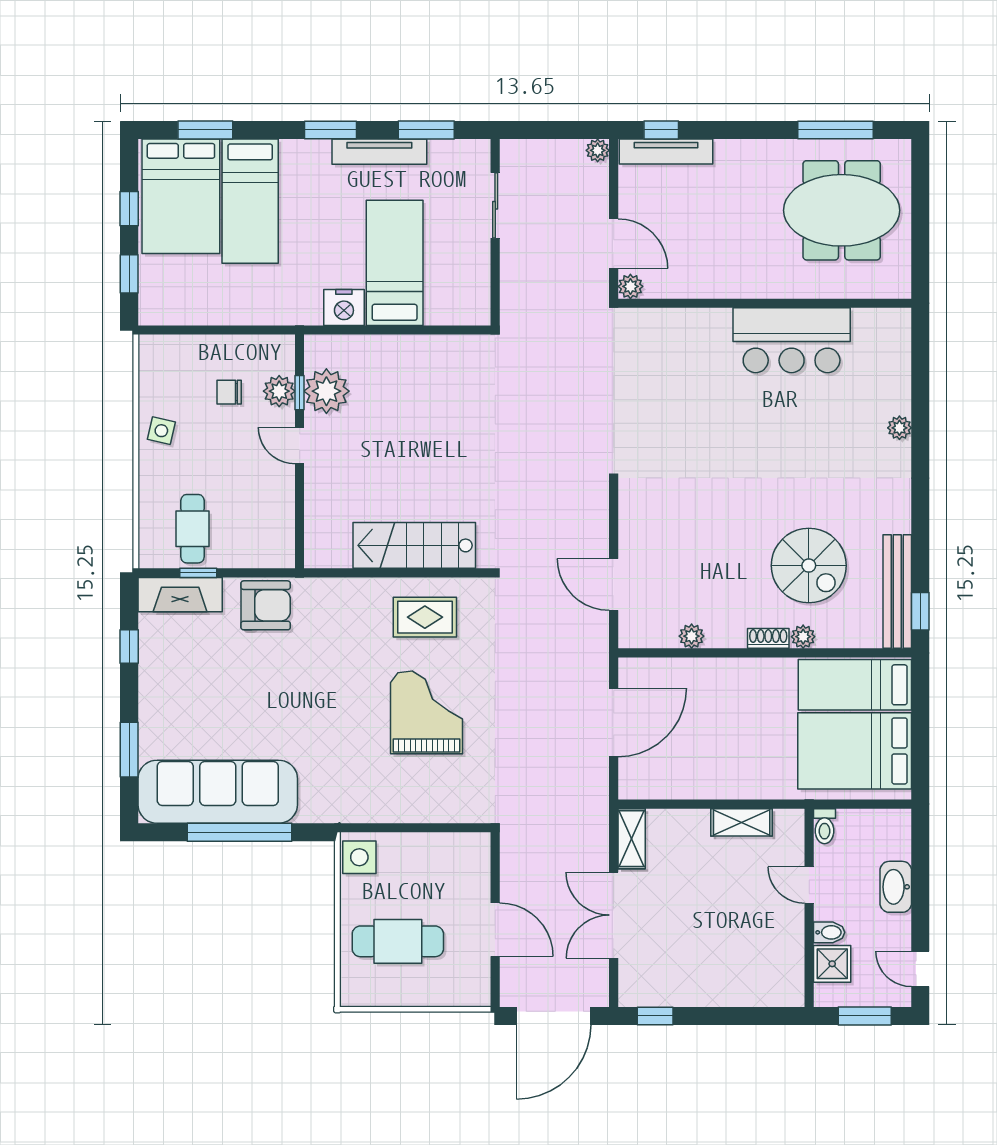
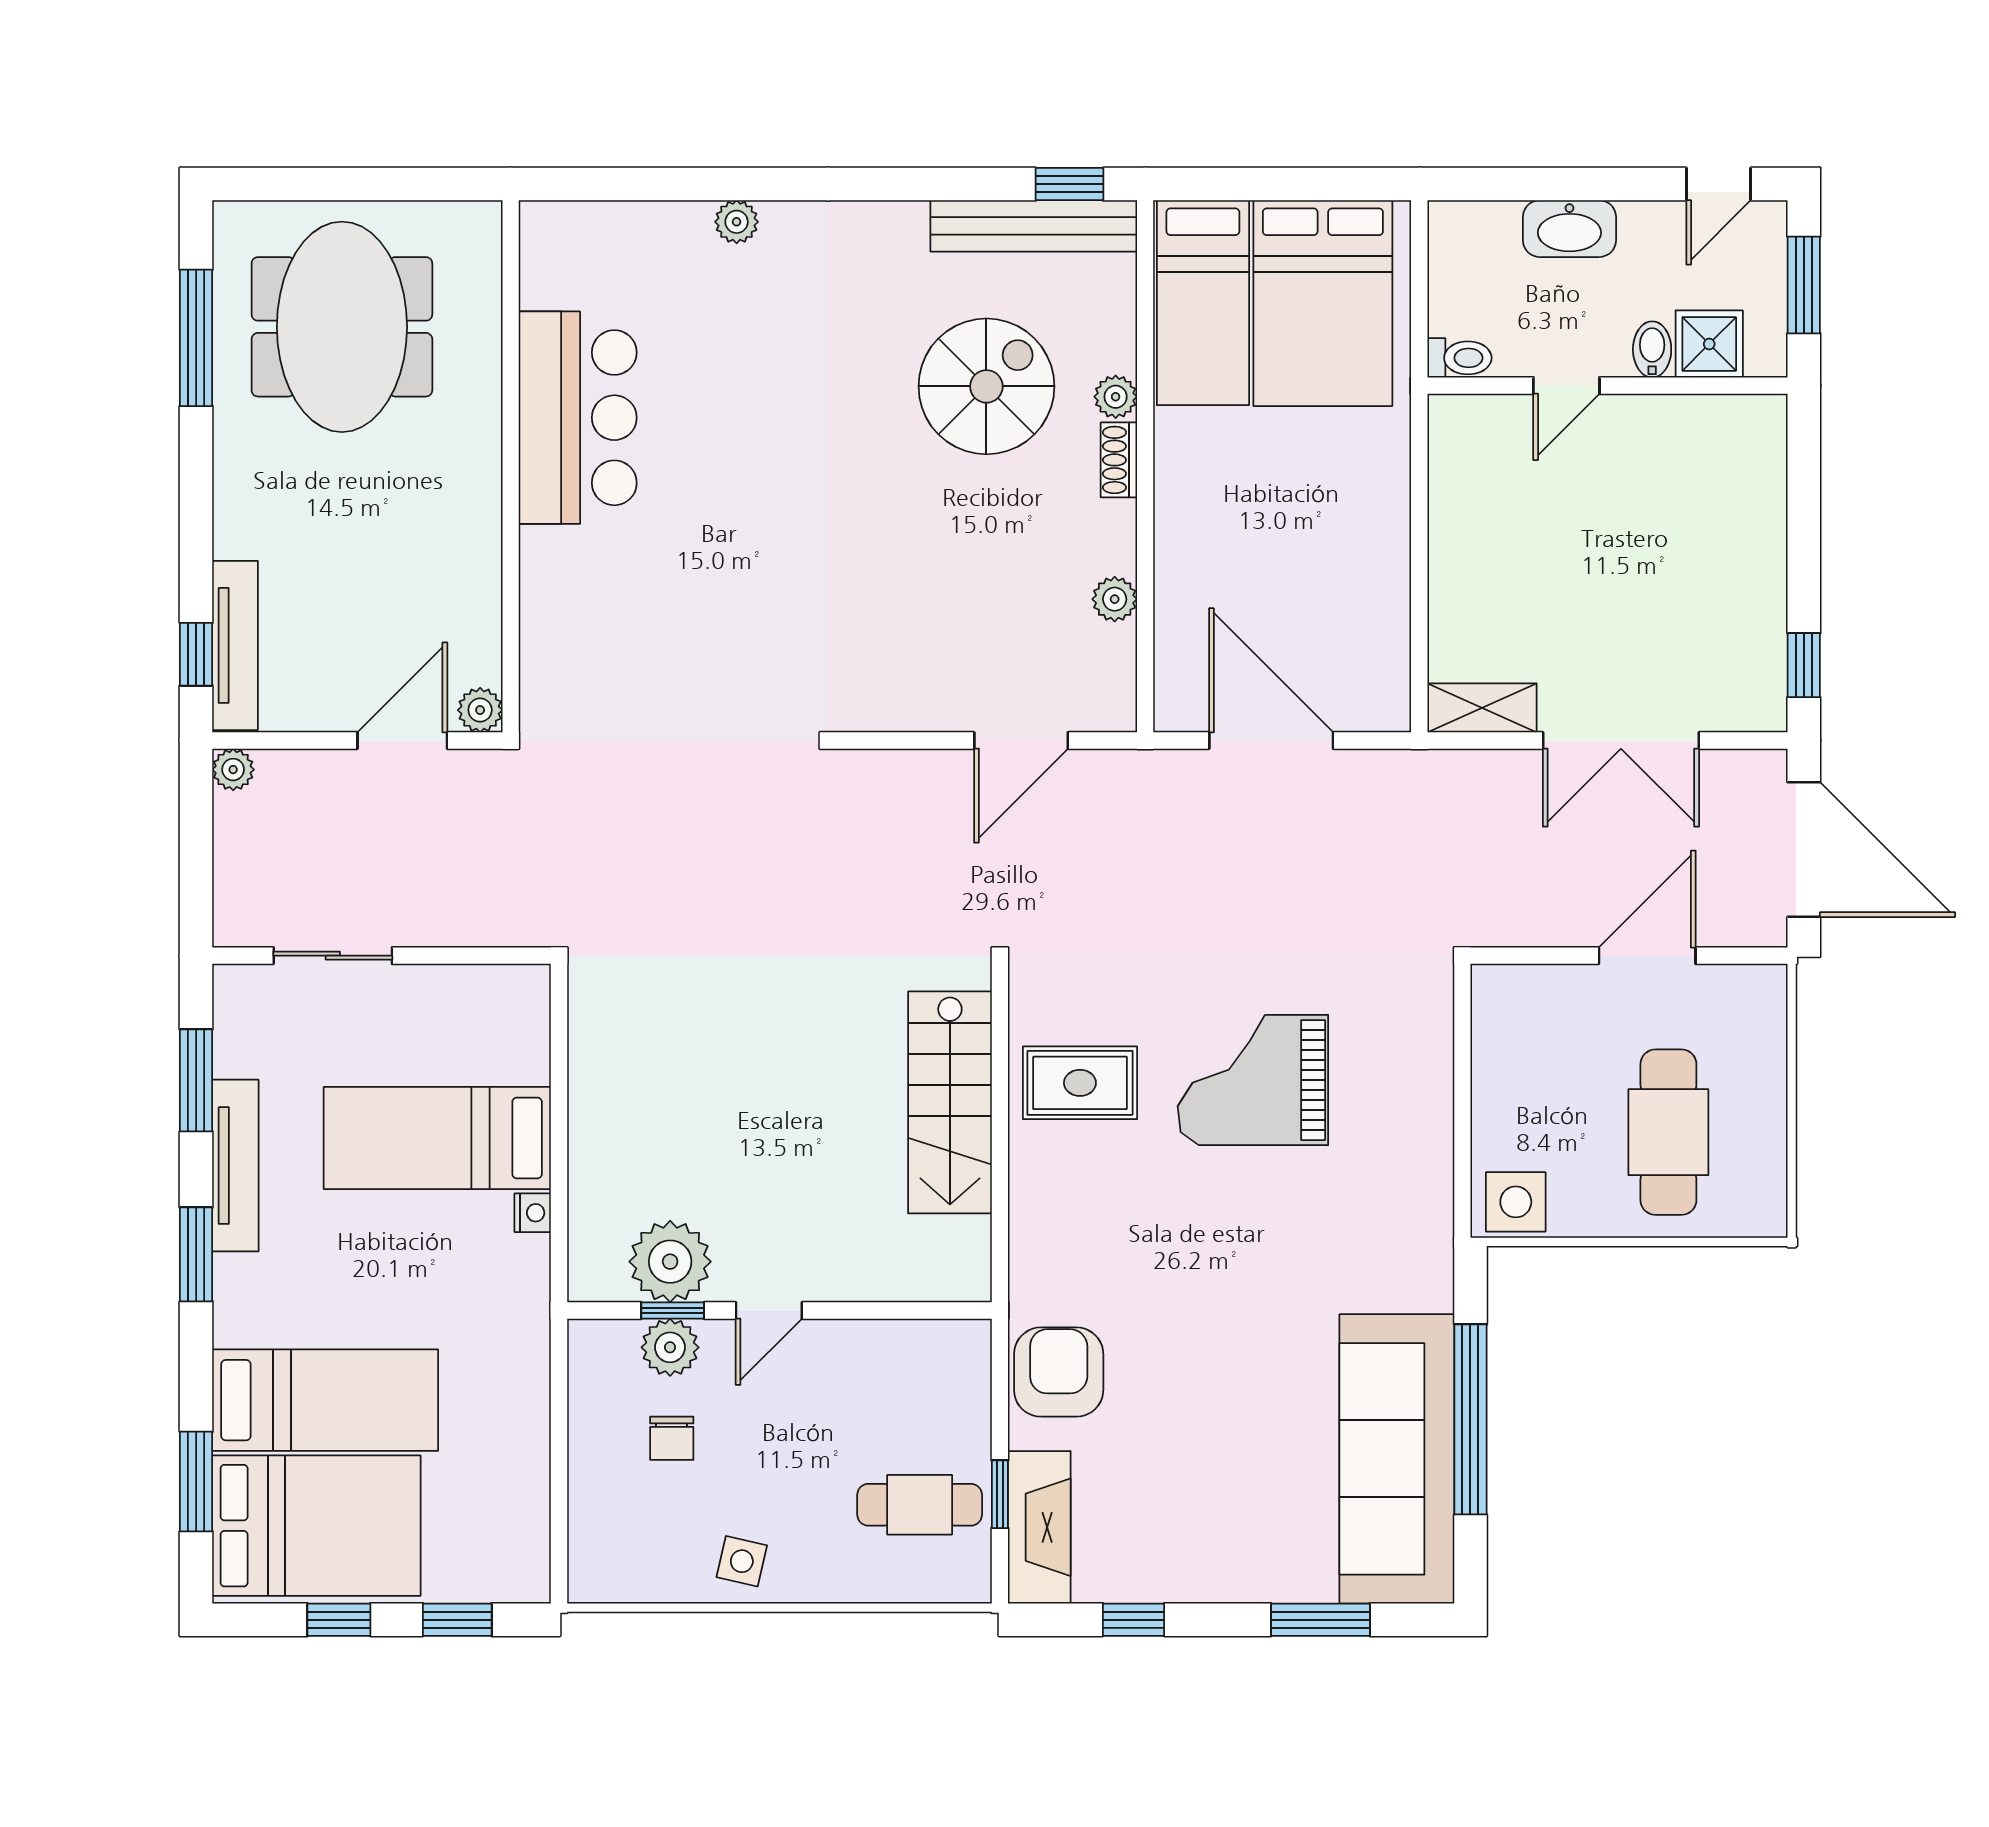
nightstand: (344, 307) -> (533, 1213), width x0.53, depth x0.56
rug: (425, 617) -> (1080, 1083), turned 90
shelving: (742, 822) -> (1452, 508), removed

